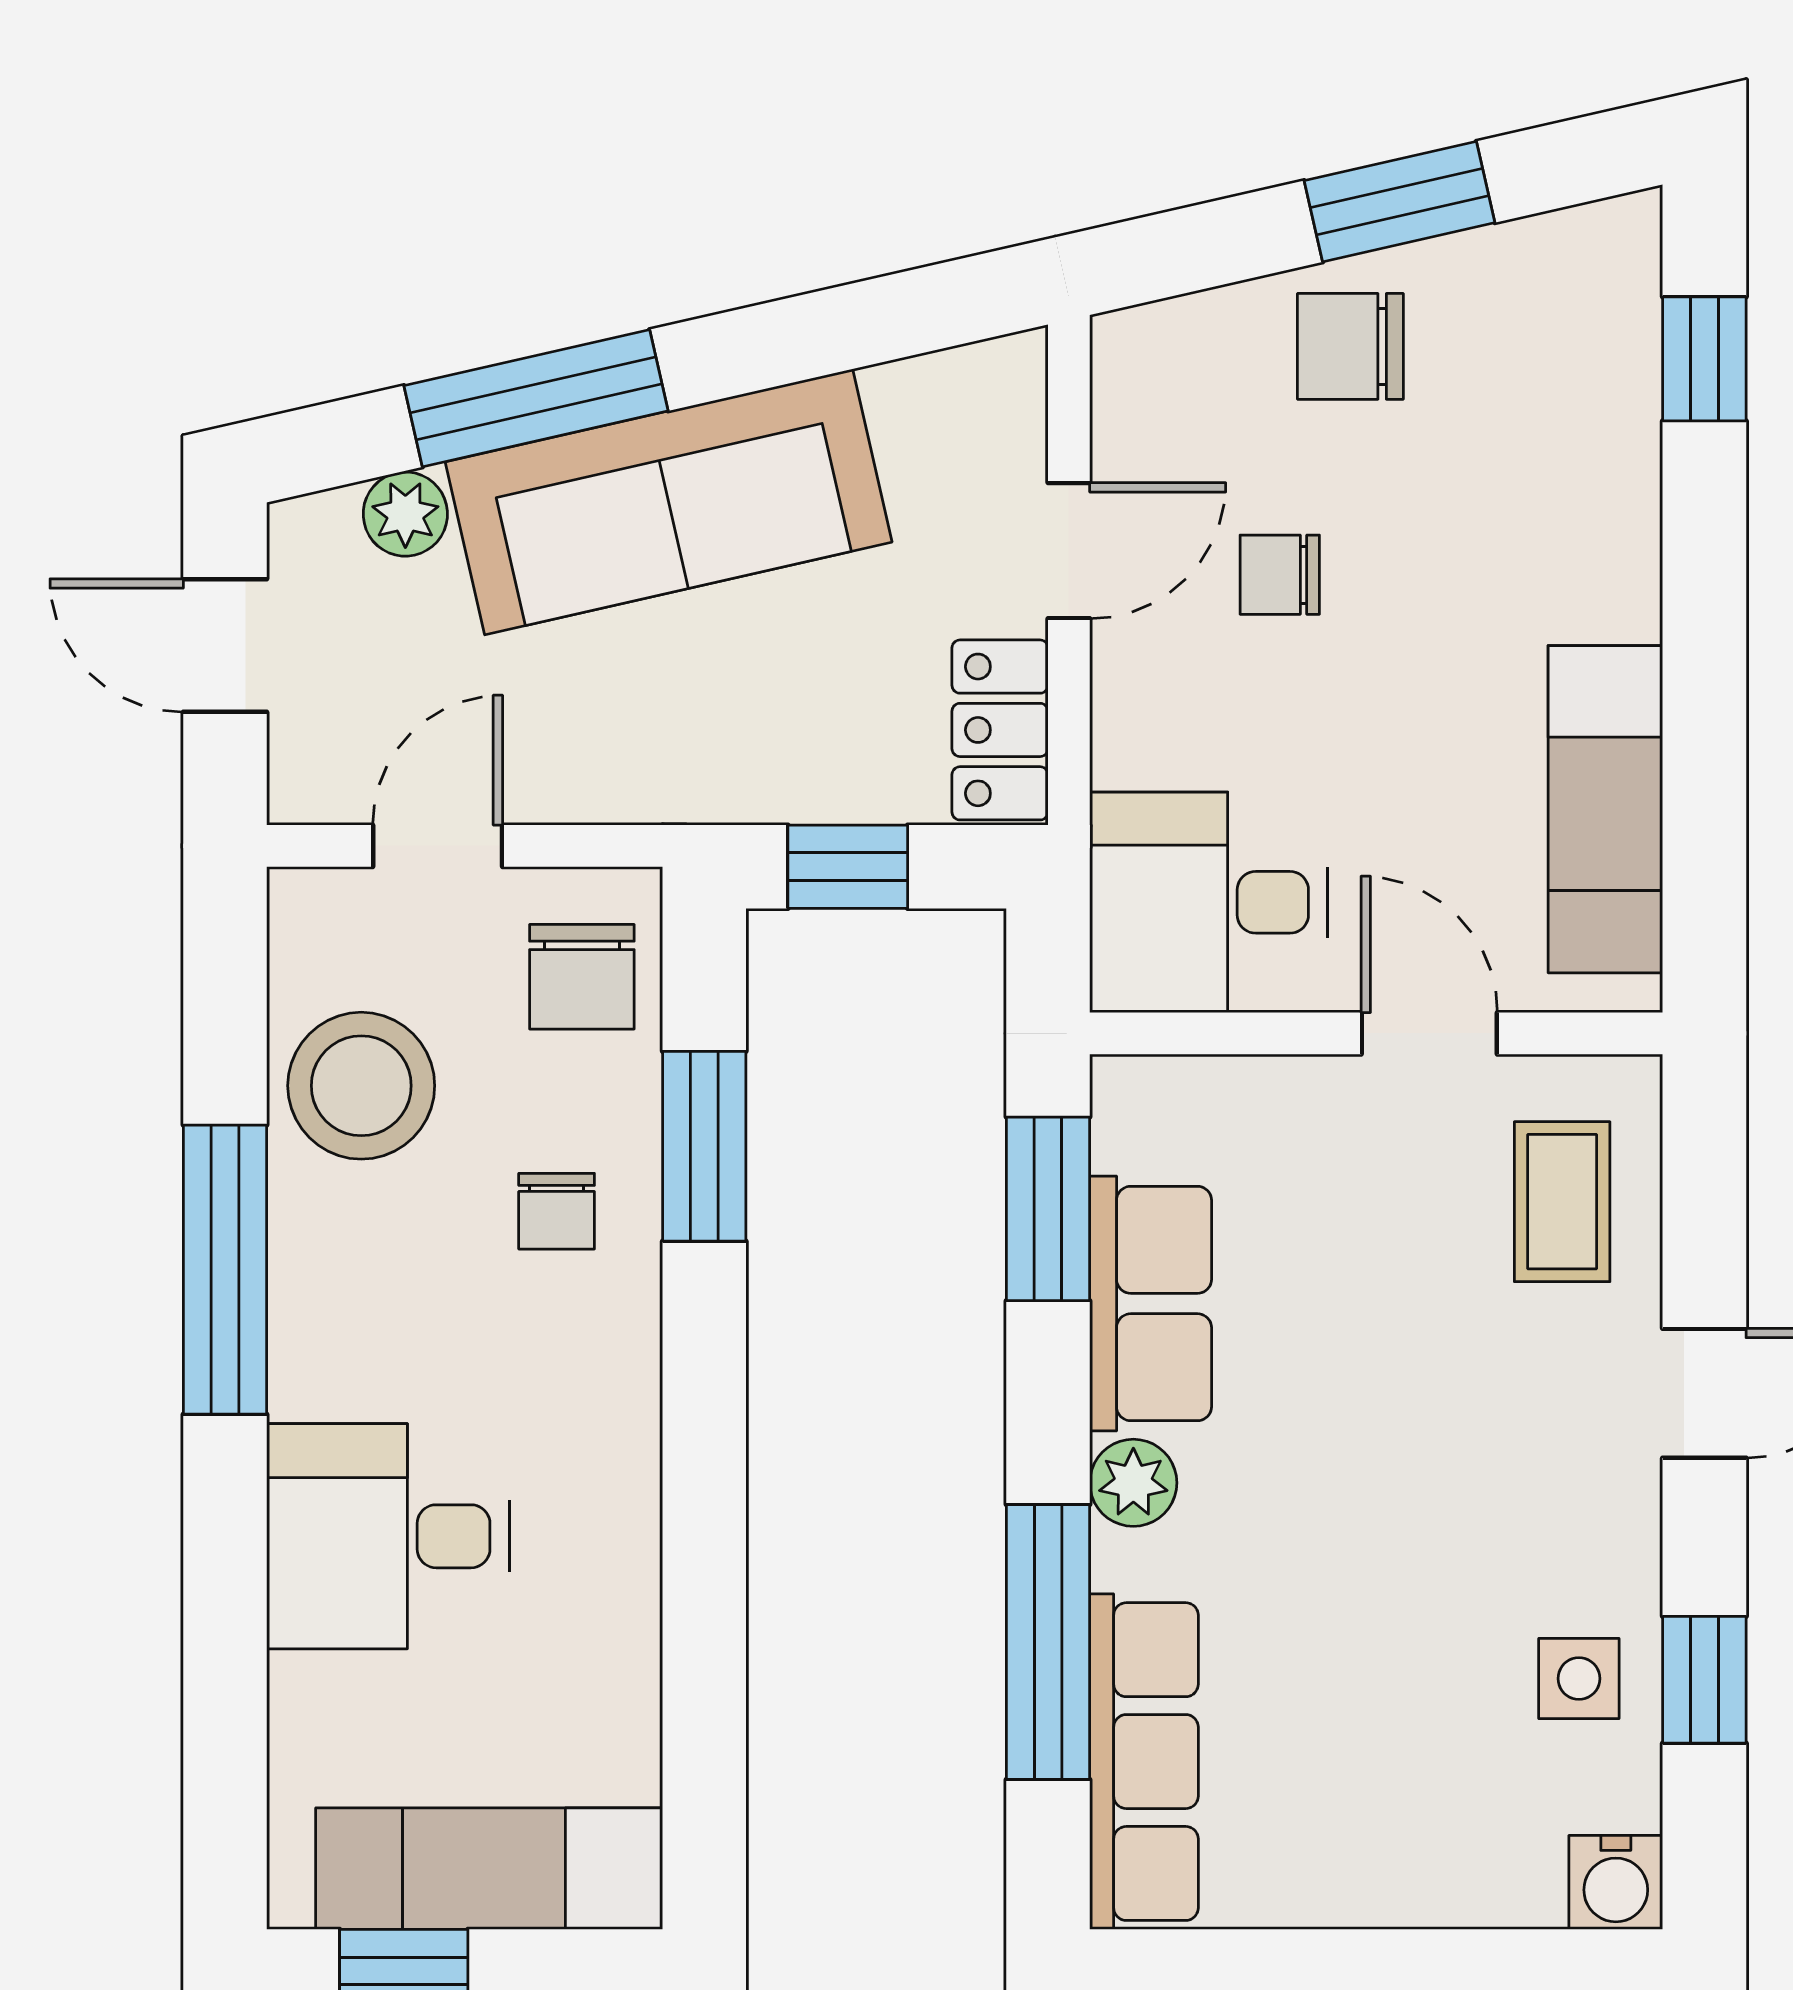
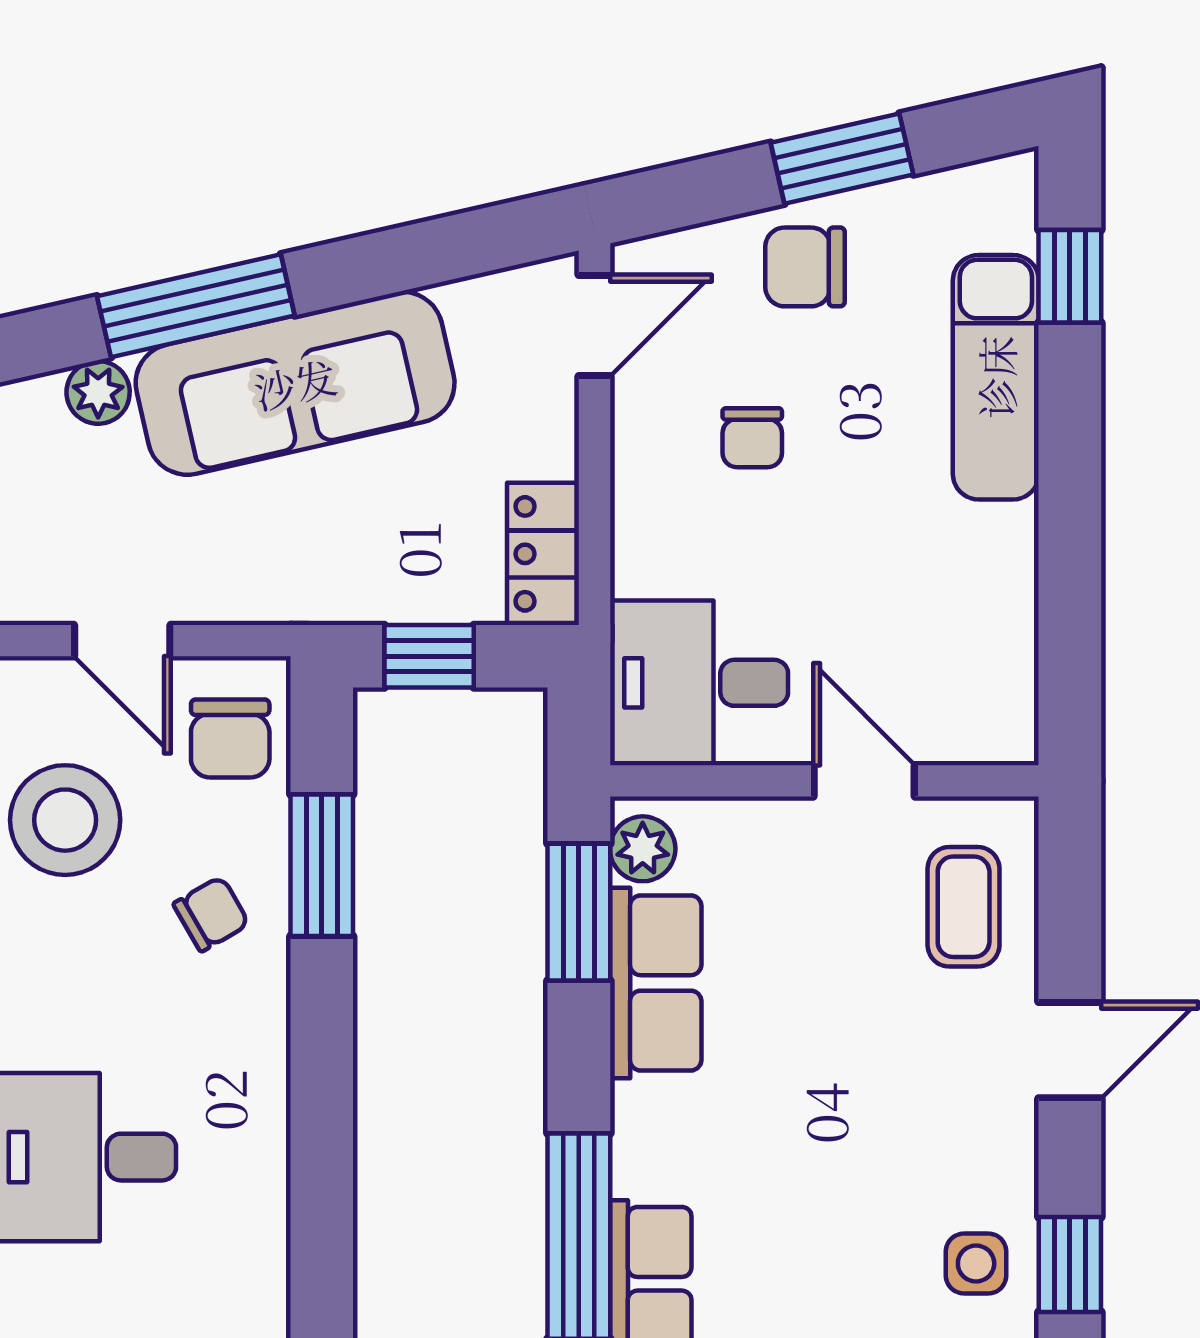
door: (1069, 551) -> (594, 326), moved
chair: (1280, 575) -> (752, 438), turned -90
exam couch: (1605, 809) -> (996, 377), moved
door: (438, 846) -> (122, 641), swing flipped
chair: (557, 1211) -> (211, 914), turned -120
plant: (1133, 1483) -> (643, 849), moved

